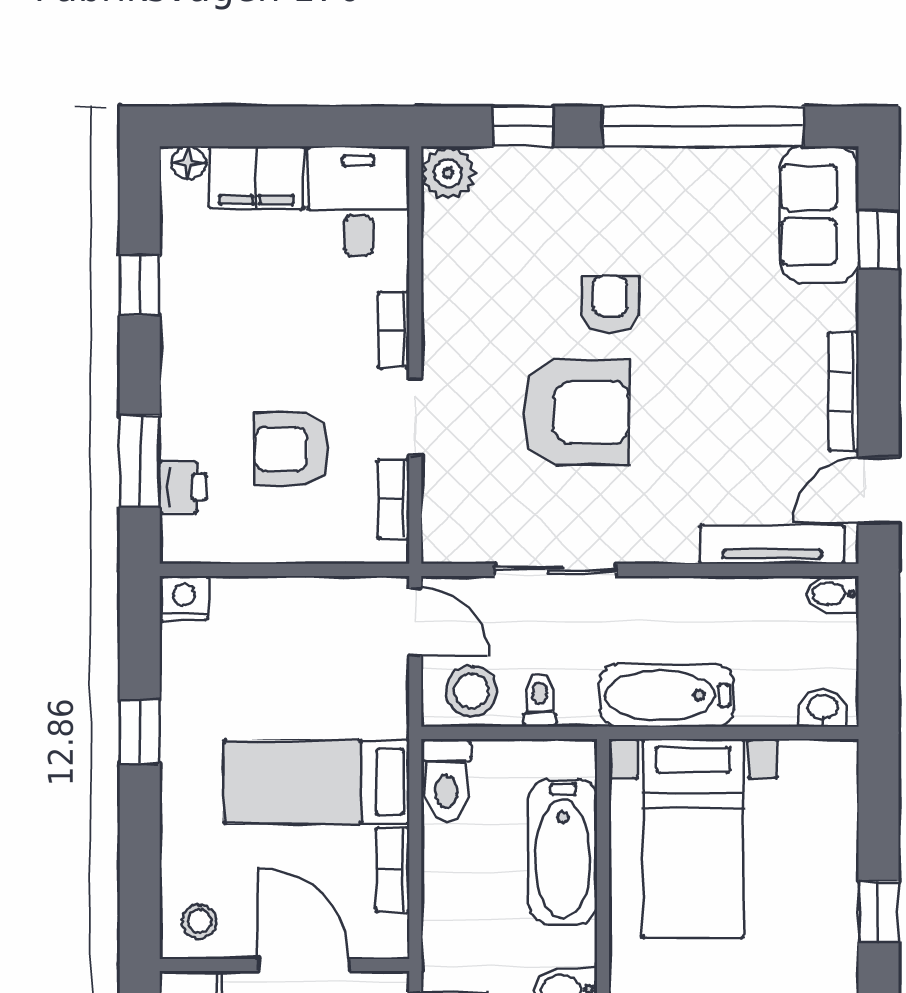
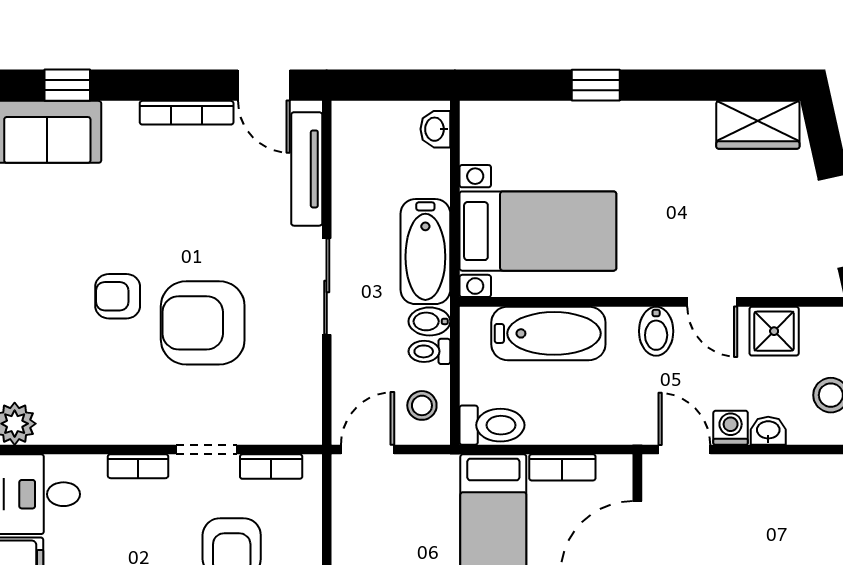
armchair: (576, 412) -> (203, 323), turned -90
sliding door: (555, 570) -> (327, 286), moved
bidet: (832, 594) -> (429, 321), moved, turned 90
stool: (471, 691) -> (422, 405), width x0.73, depth x0.73

